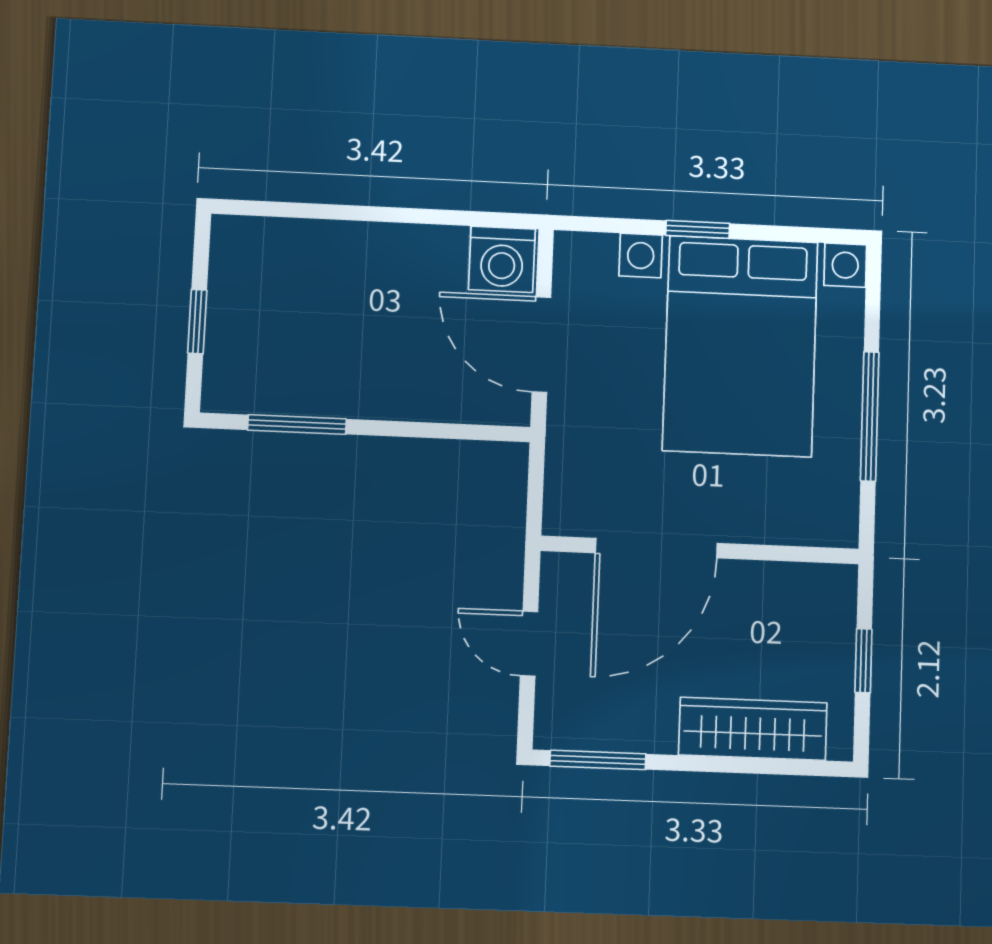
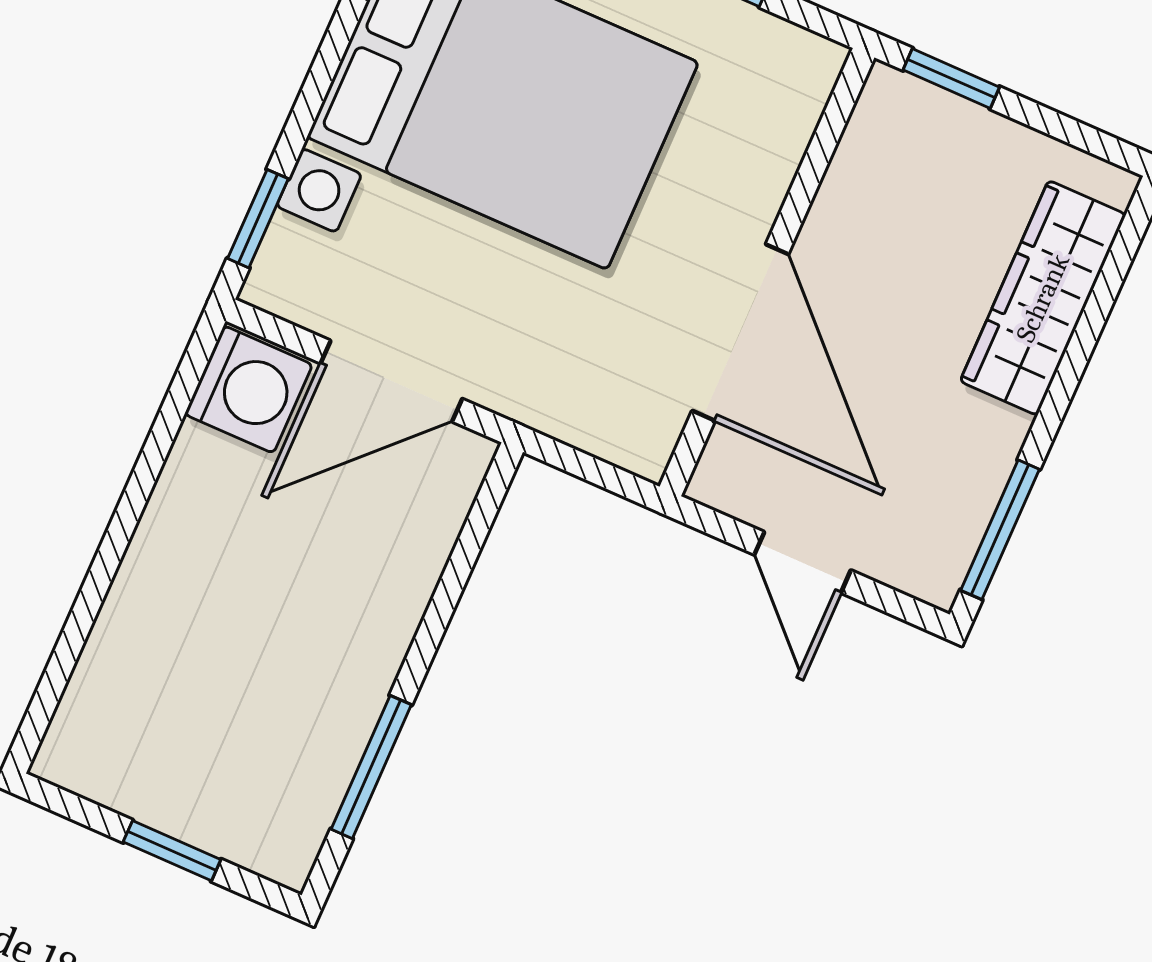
window: (698, 229) -> (258, 219), moved
door: (529, 644) -> (803, 562), hinge flipped
window: (863, 661) -> (951, 79), moved

